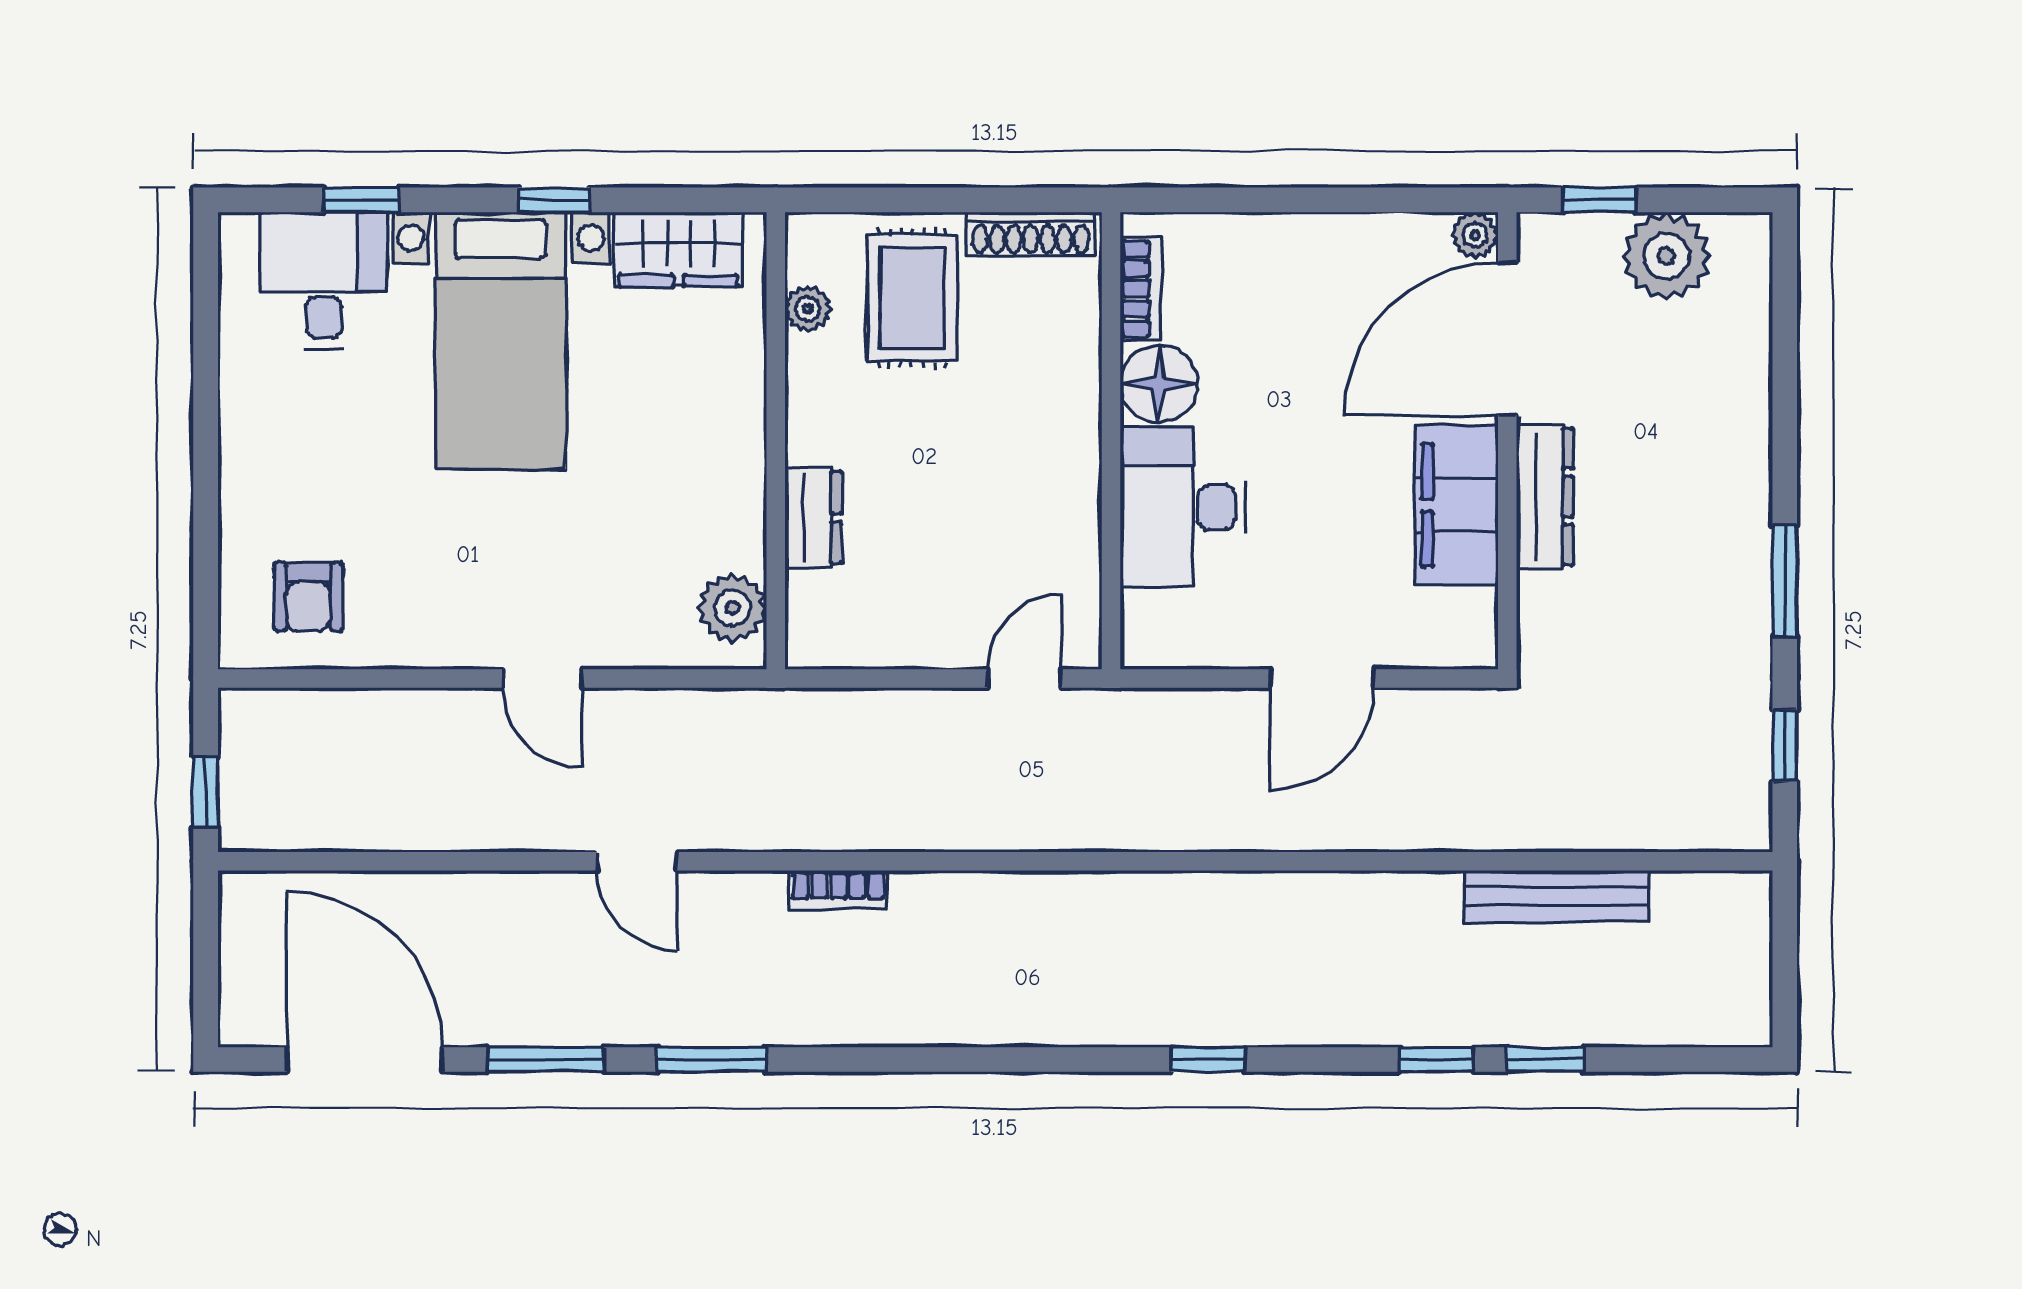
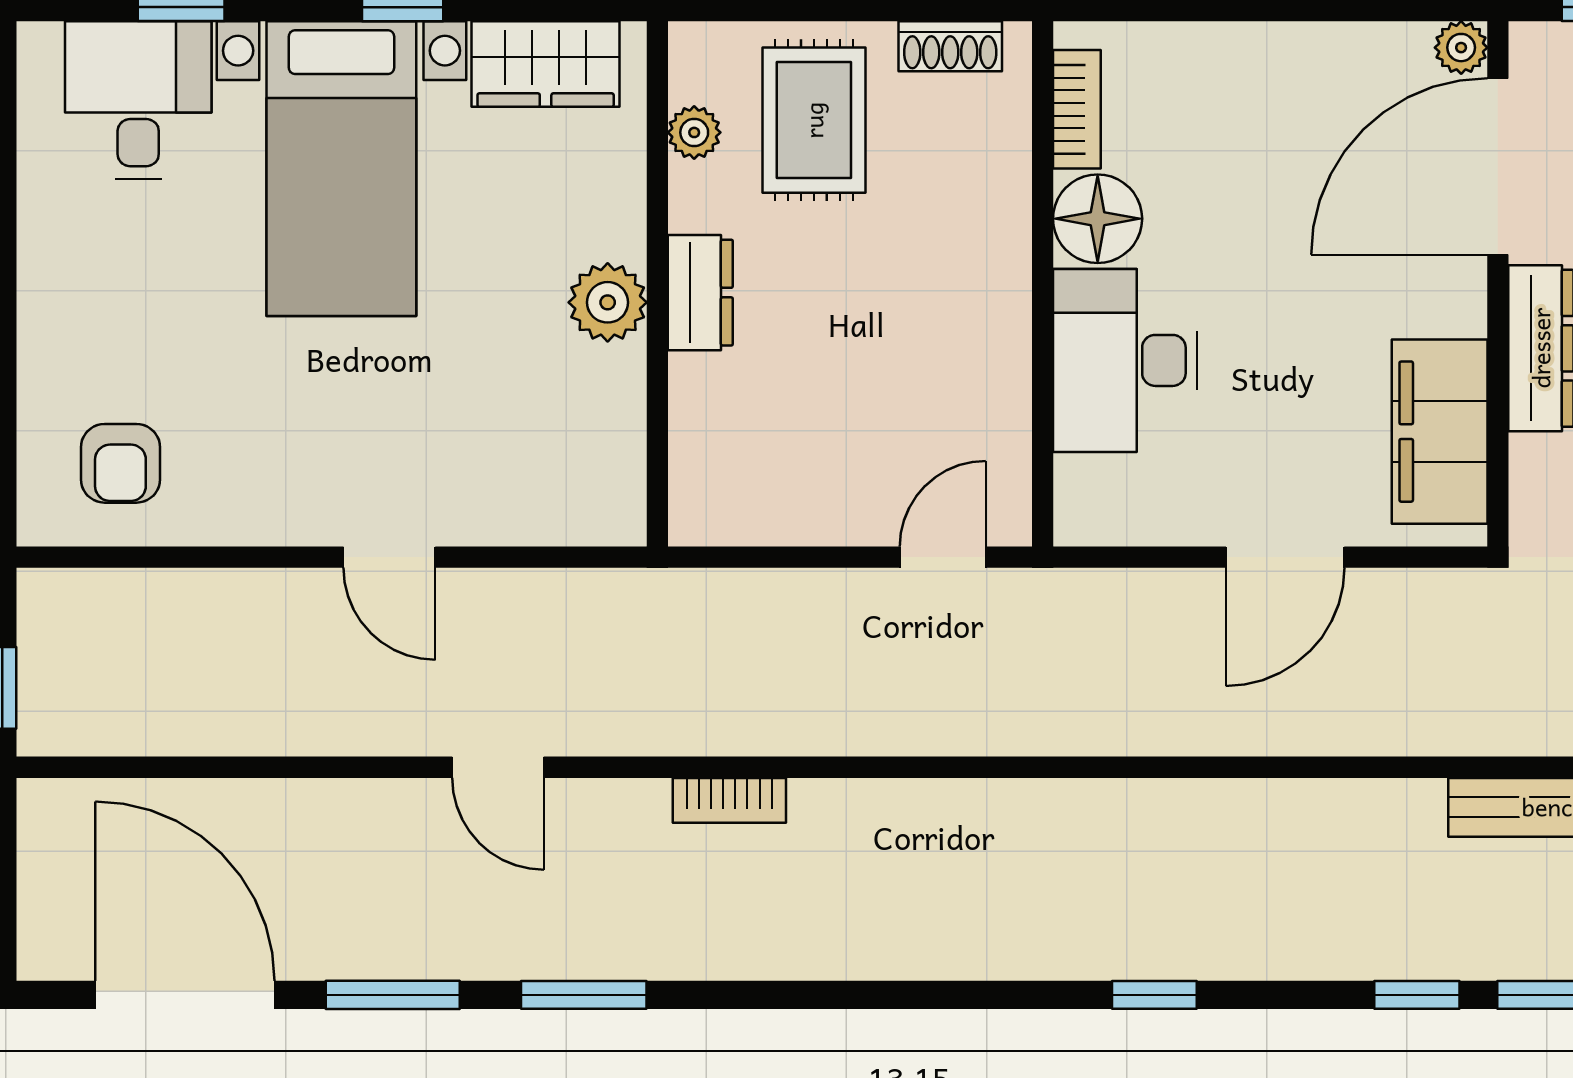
shoe rack: (1031, 234) -> (950, 46), width x0.70
filing cabinet: (1457, 505) -> (1440, 432), moved
dresser: (813, 518) -> (700, 293), moved
plant: (732, 608) -> (608, 302), moved

